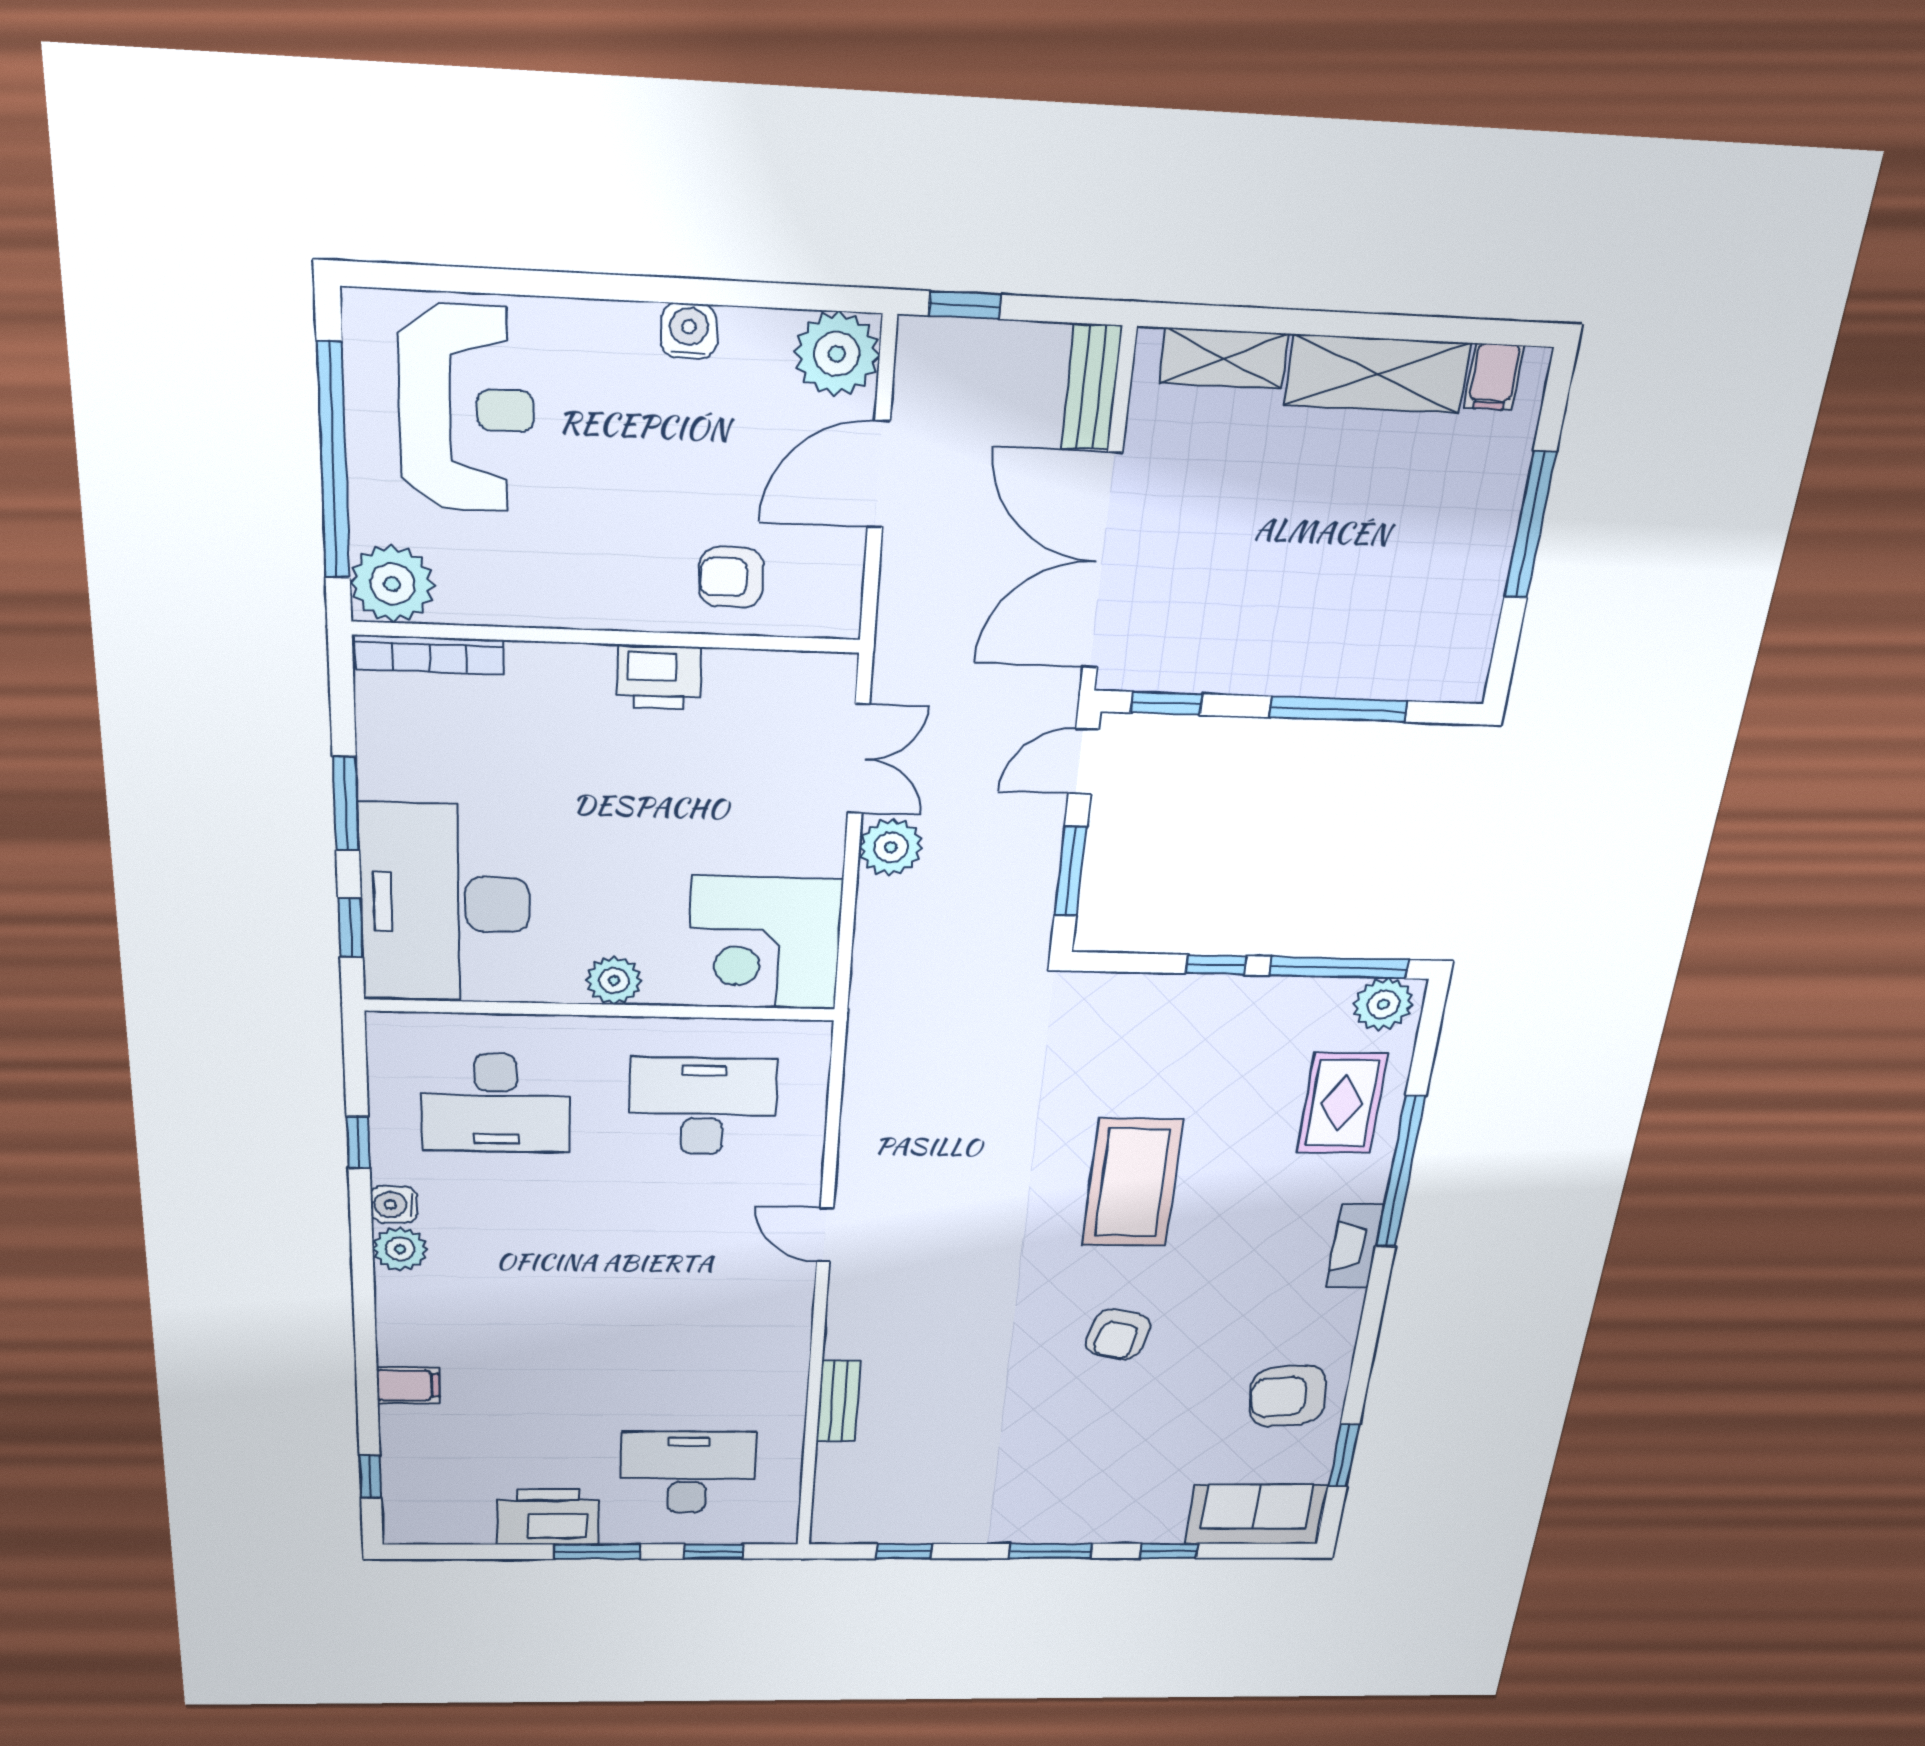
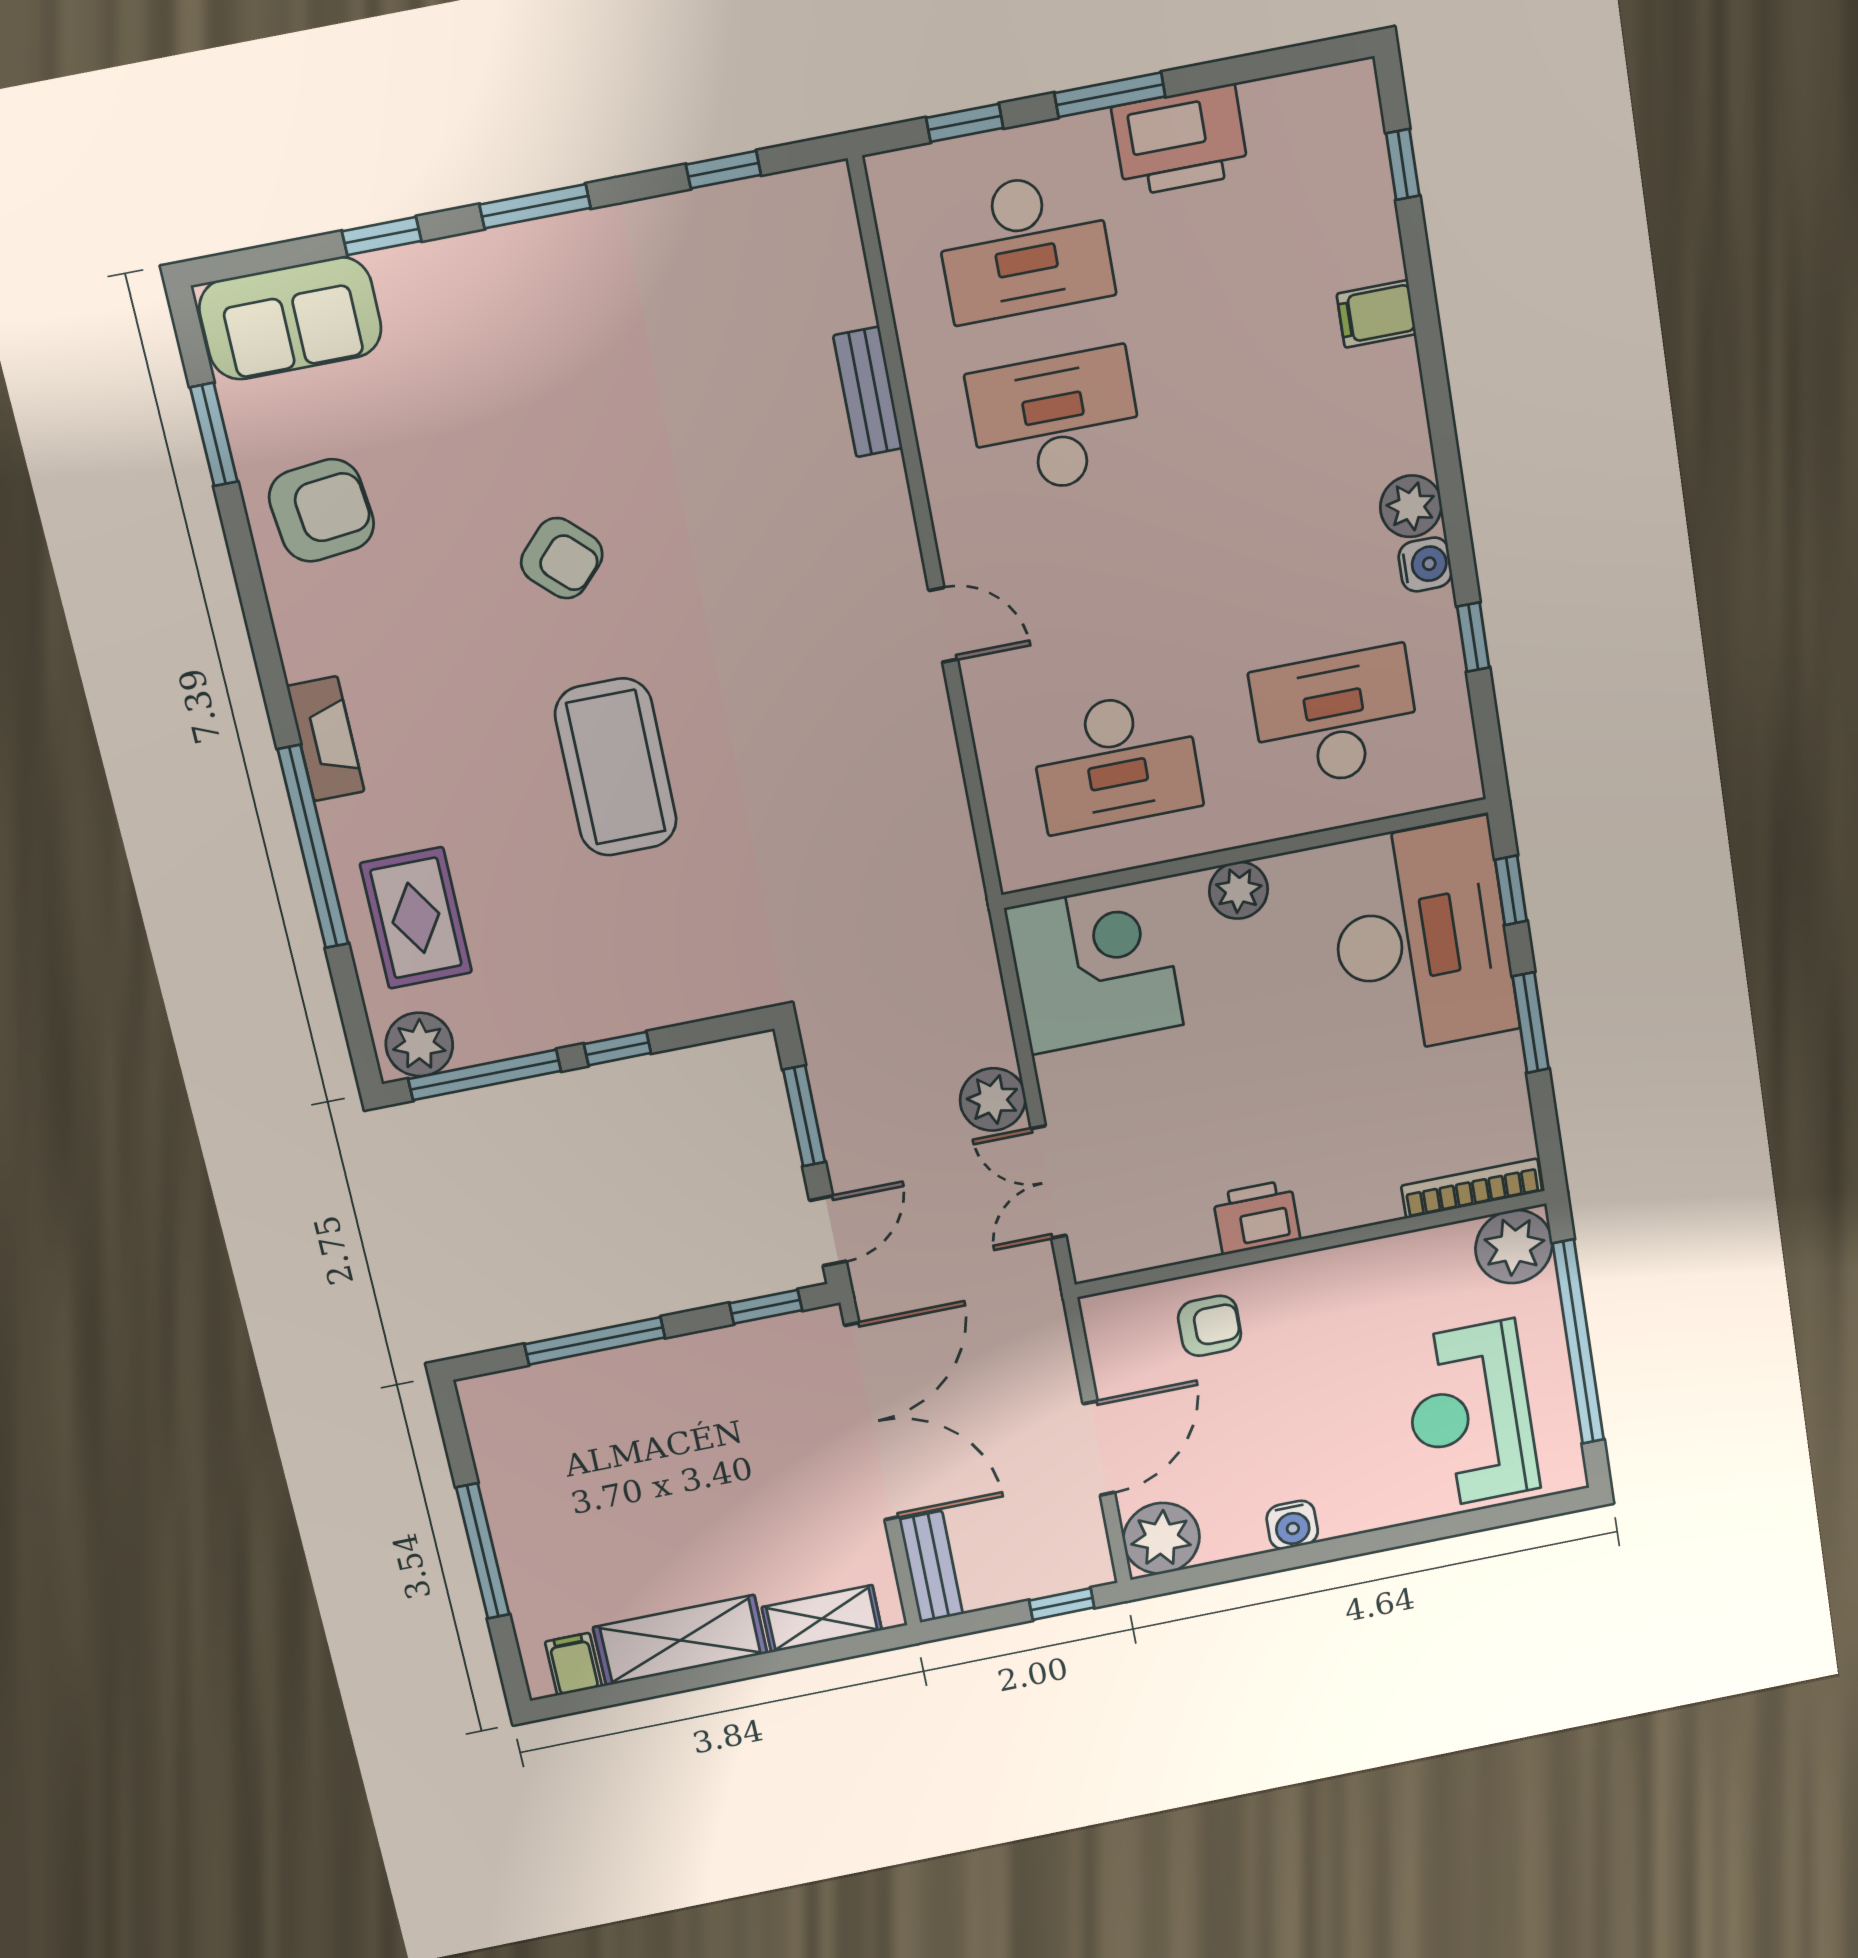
armchair: (1118, 1334) -> (562, 558), turned 121
desk: (692, 1357) -> (1056, 422), added

